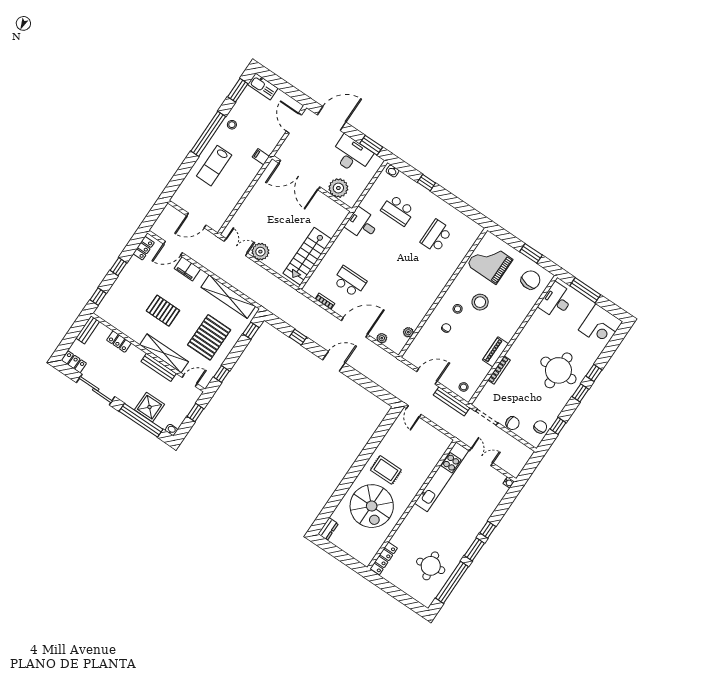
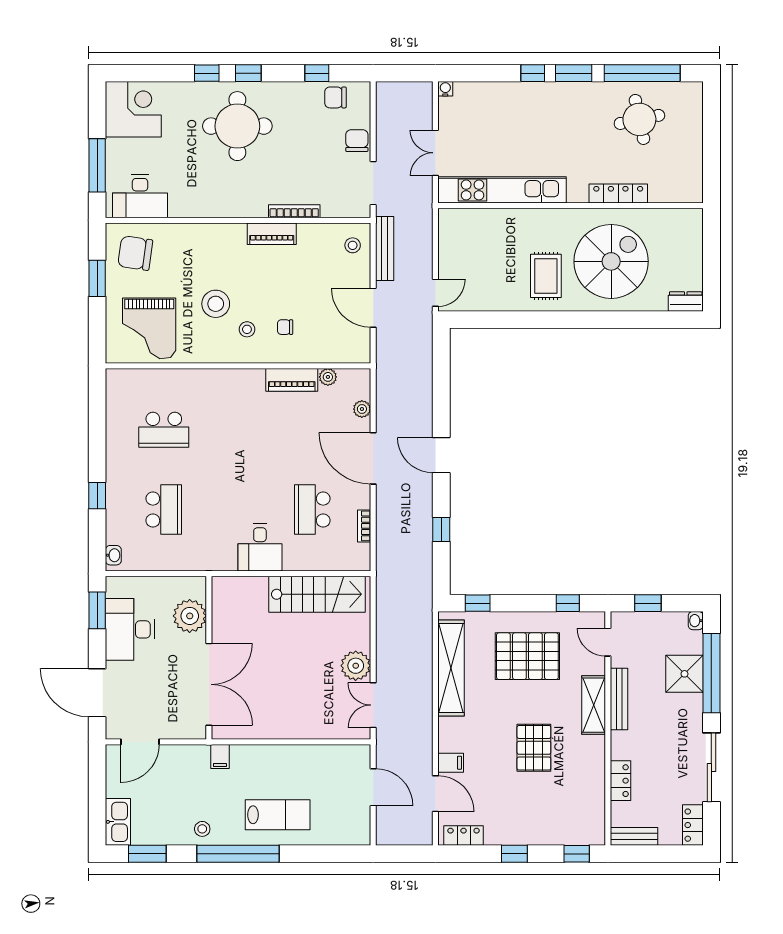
desk: (362, 224) -> (260, 547), moved
filing cabinet: (187, 269) -> (451, 763), width x0.50
piano: (419, 314) -> (292, 380), added
shelving: (164, 353) -> (594, 705), width x0.68
locker: (384, 558) -> (618, 194), moved

